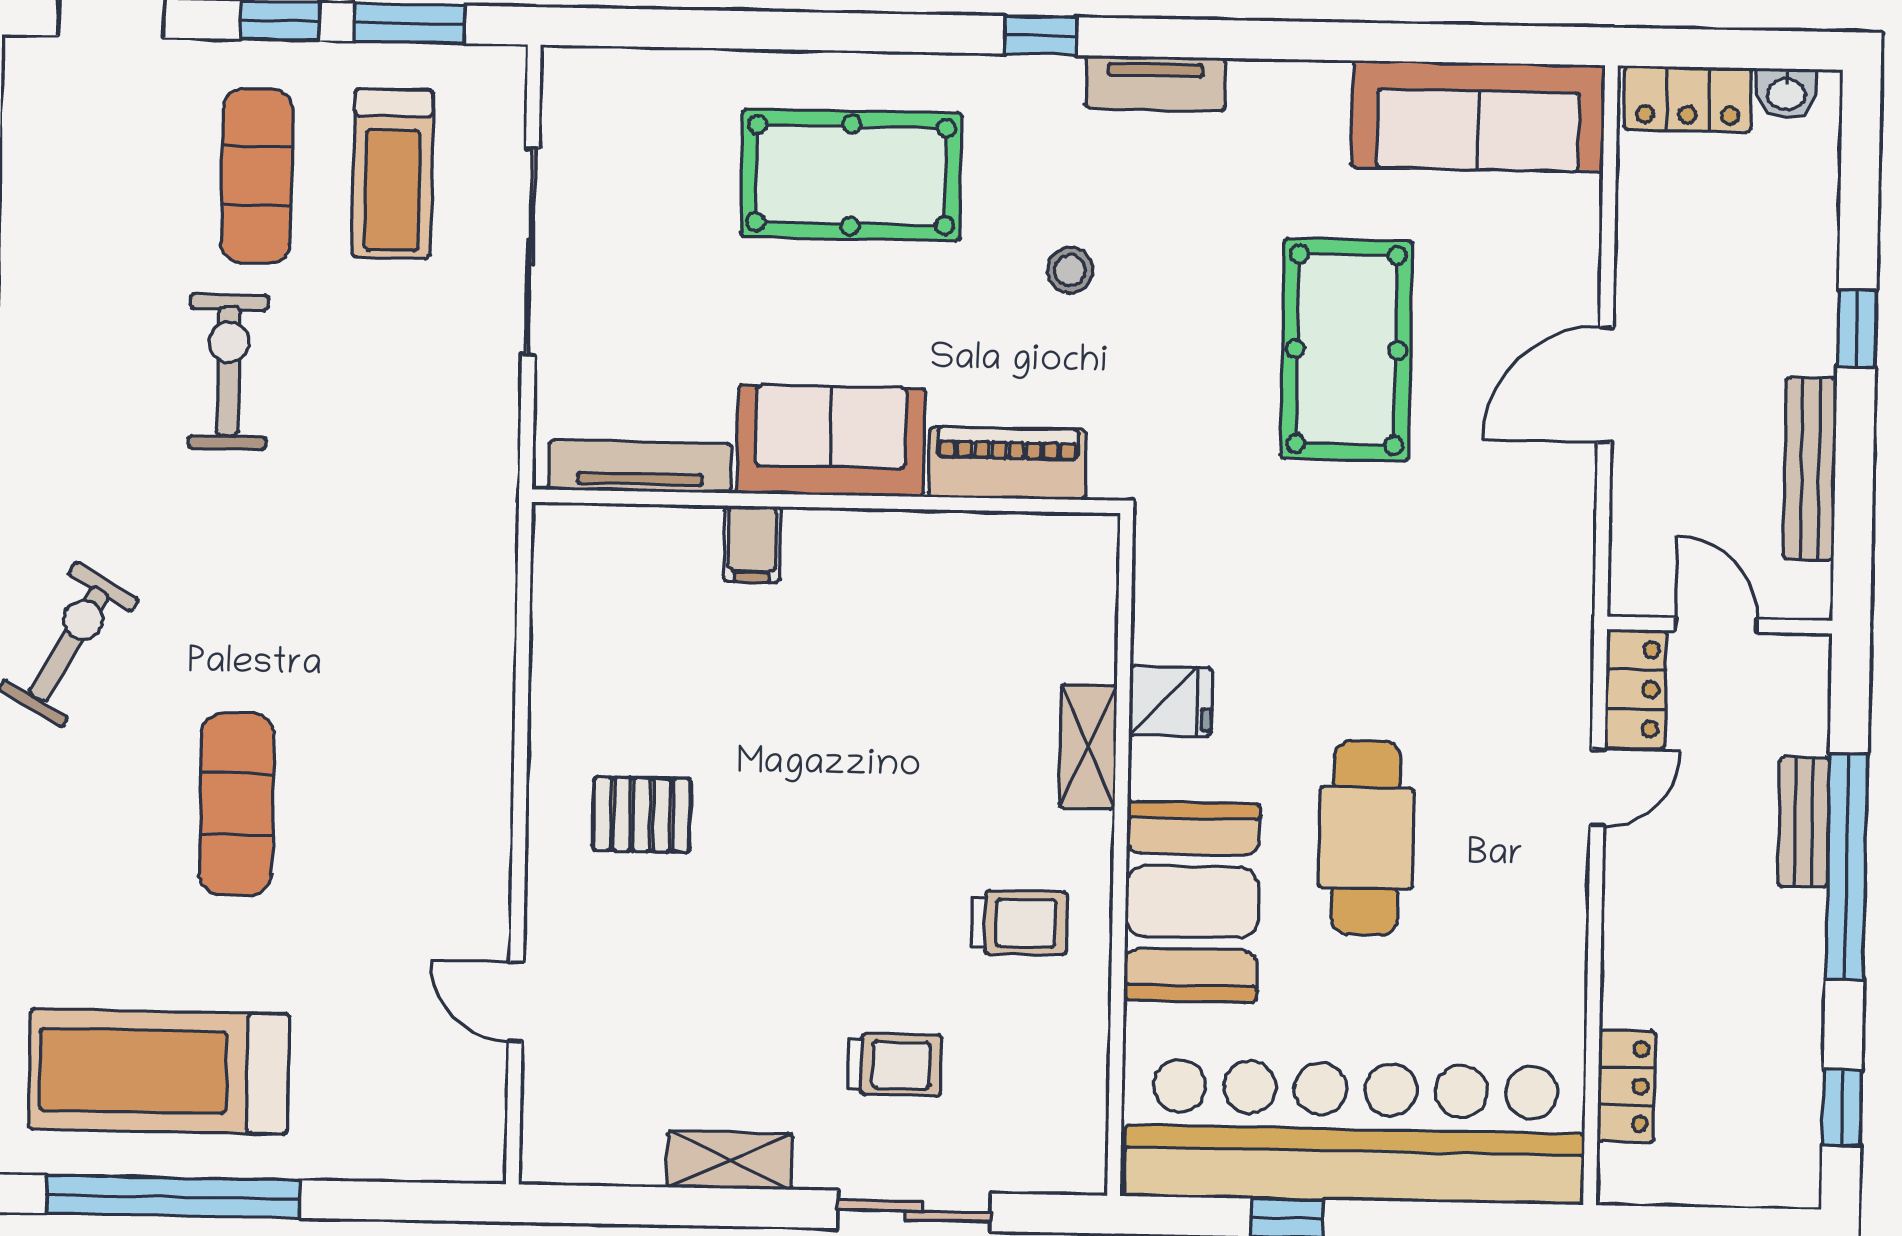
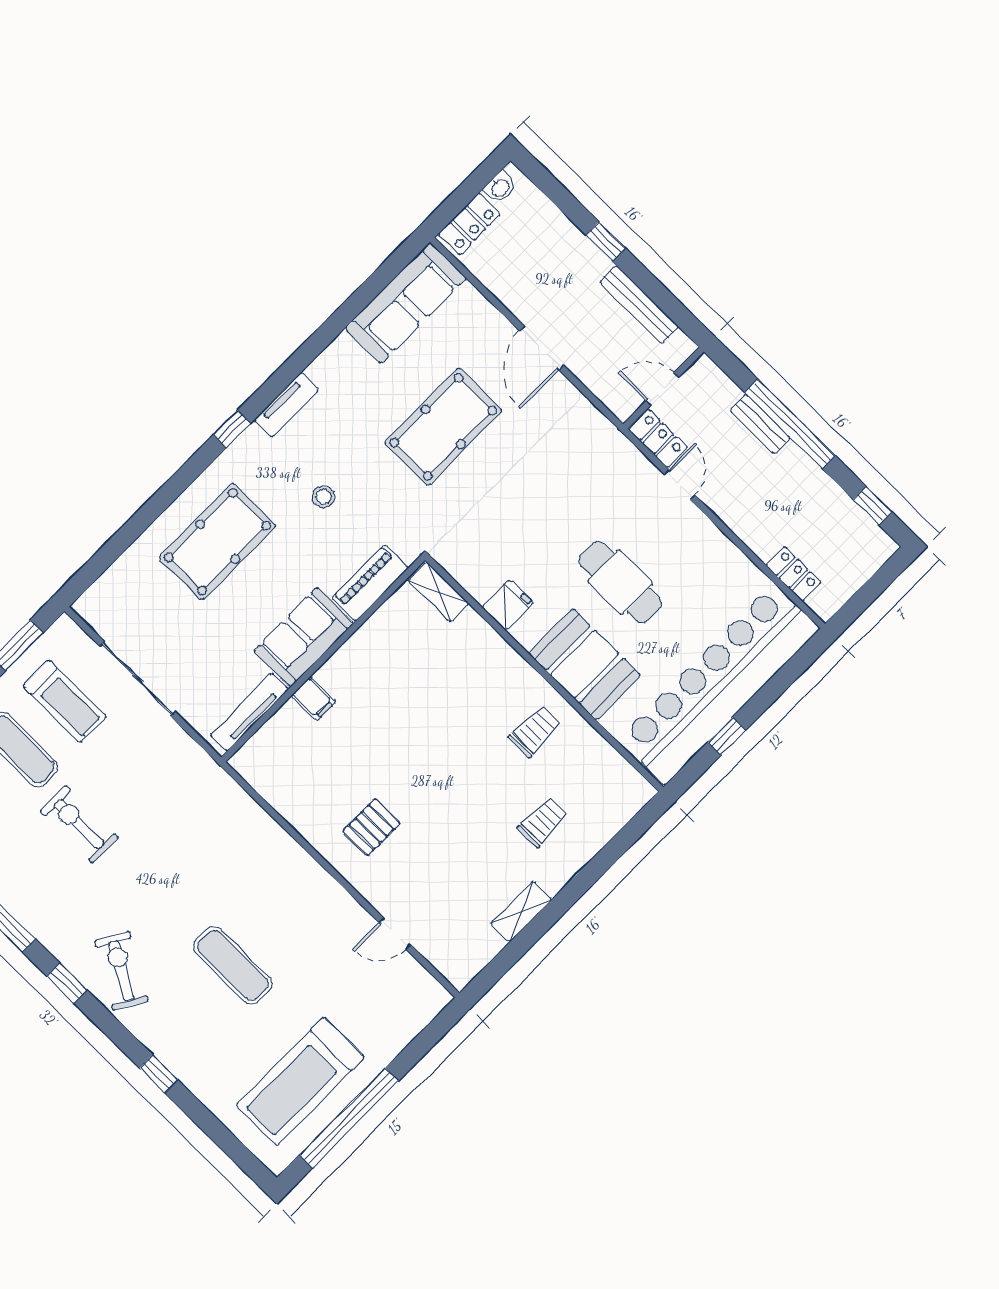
pool table: (1347, 350) -> (443, 427), turned 90
shelving: (1088, 747) -> (438, 592), moved
sliding door: (914, 1211) -> (600, 864), removed

